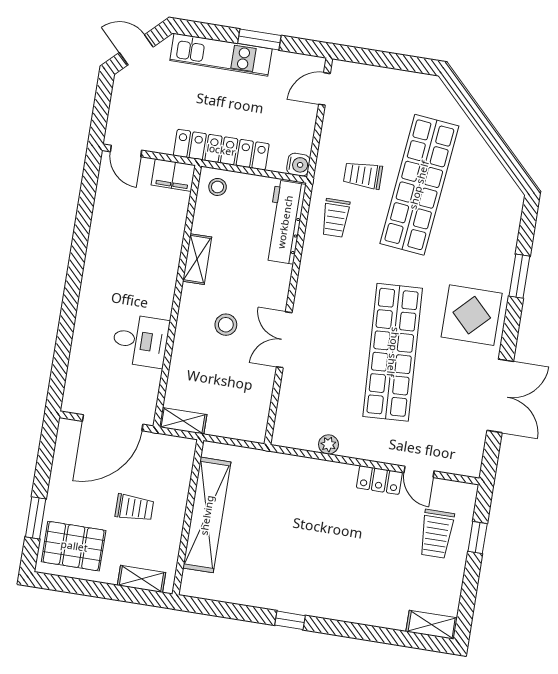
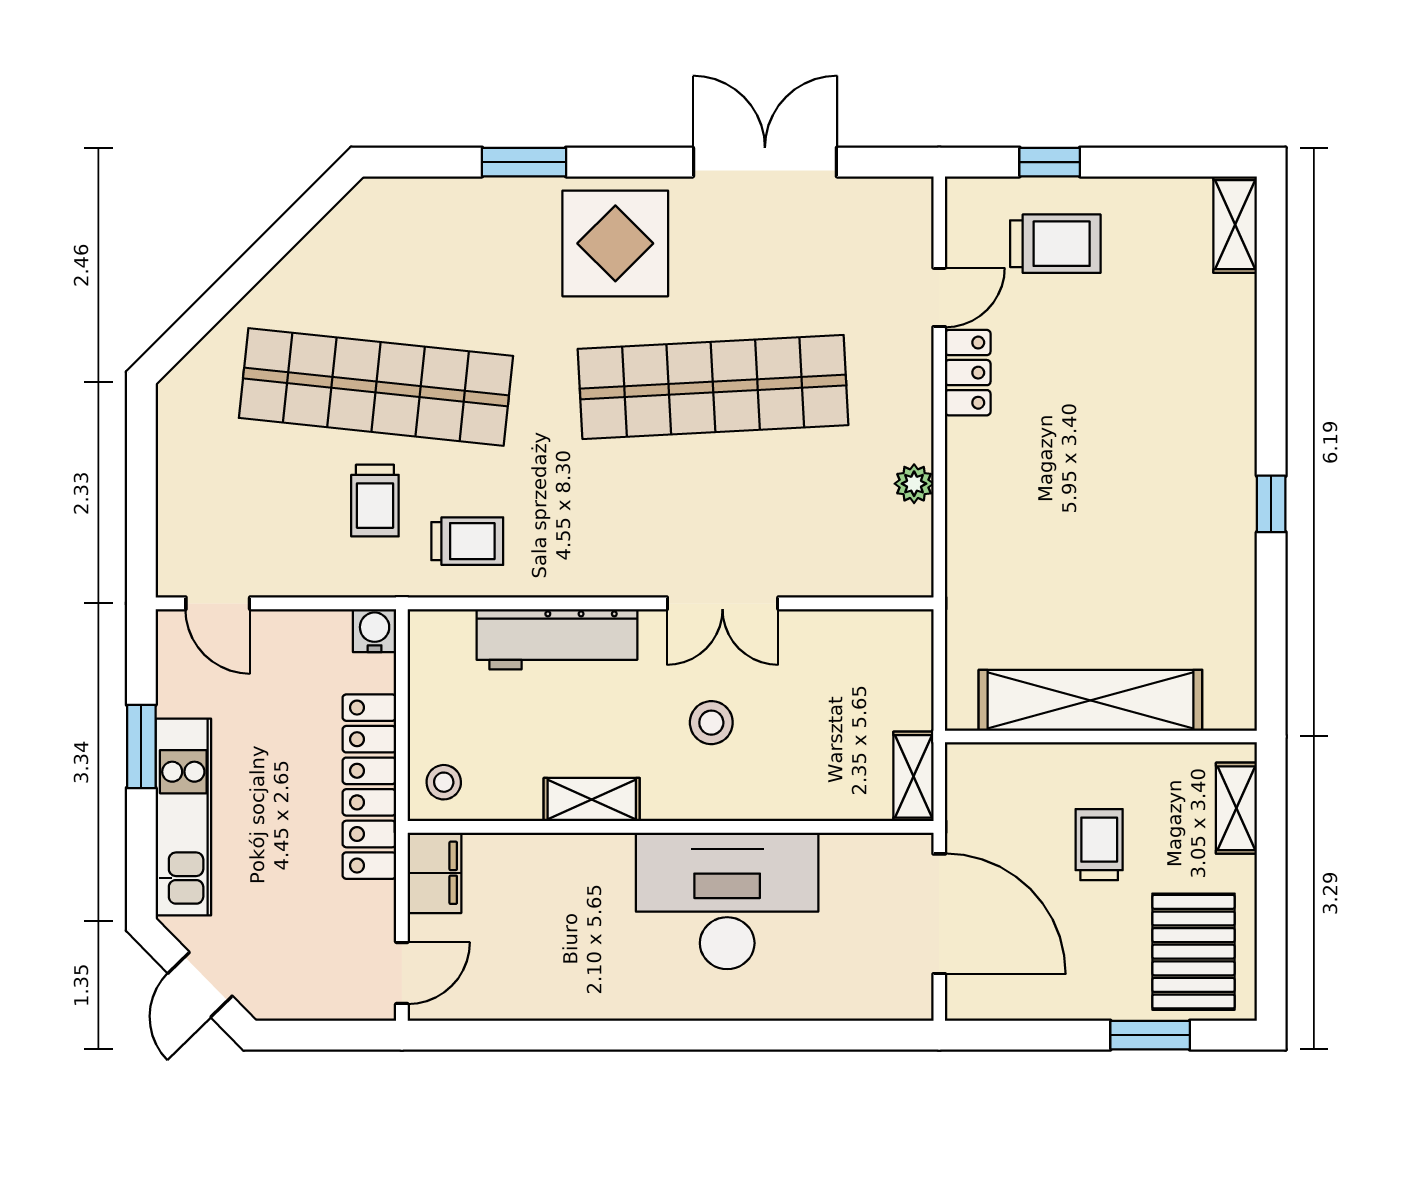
workbench: (285, 222) -> (557, 639), moved
desk: (140, 341) -> (727, 901), width x1.87, depth x1.30

